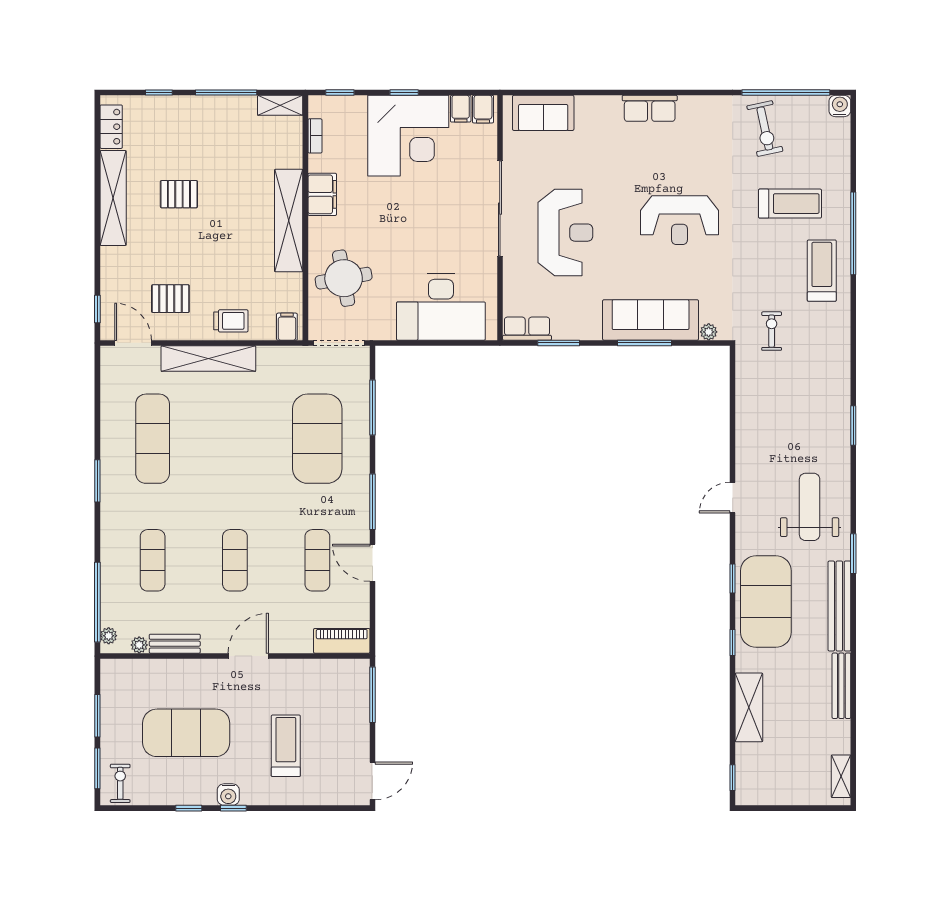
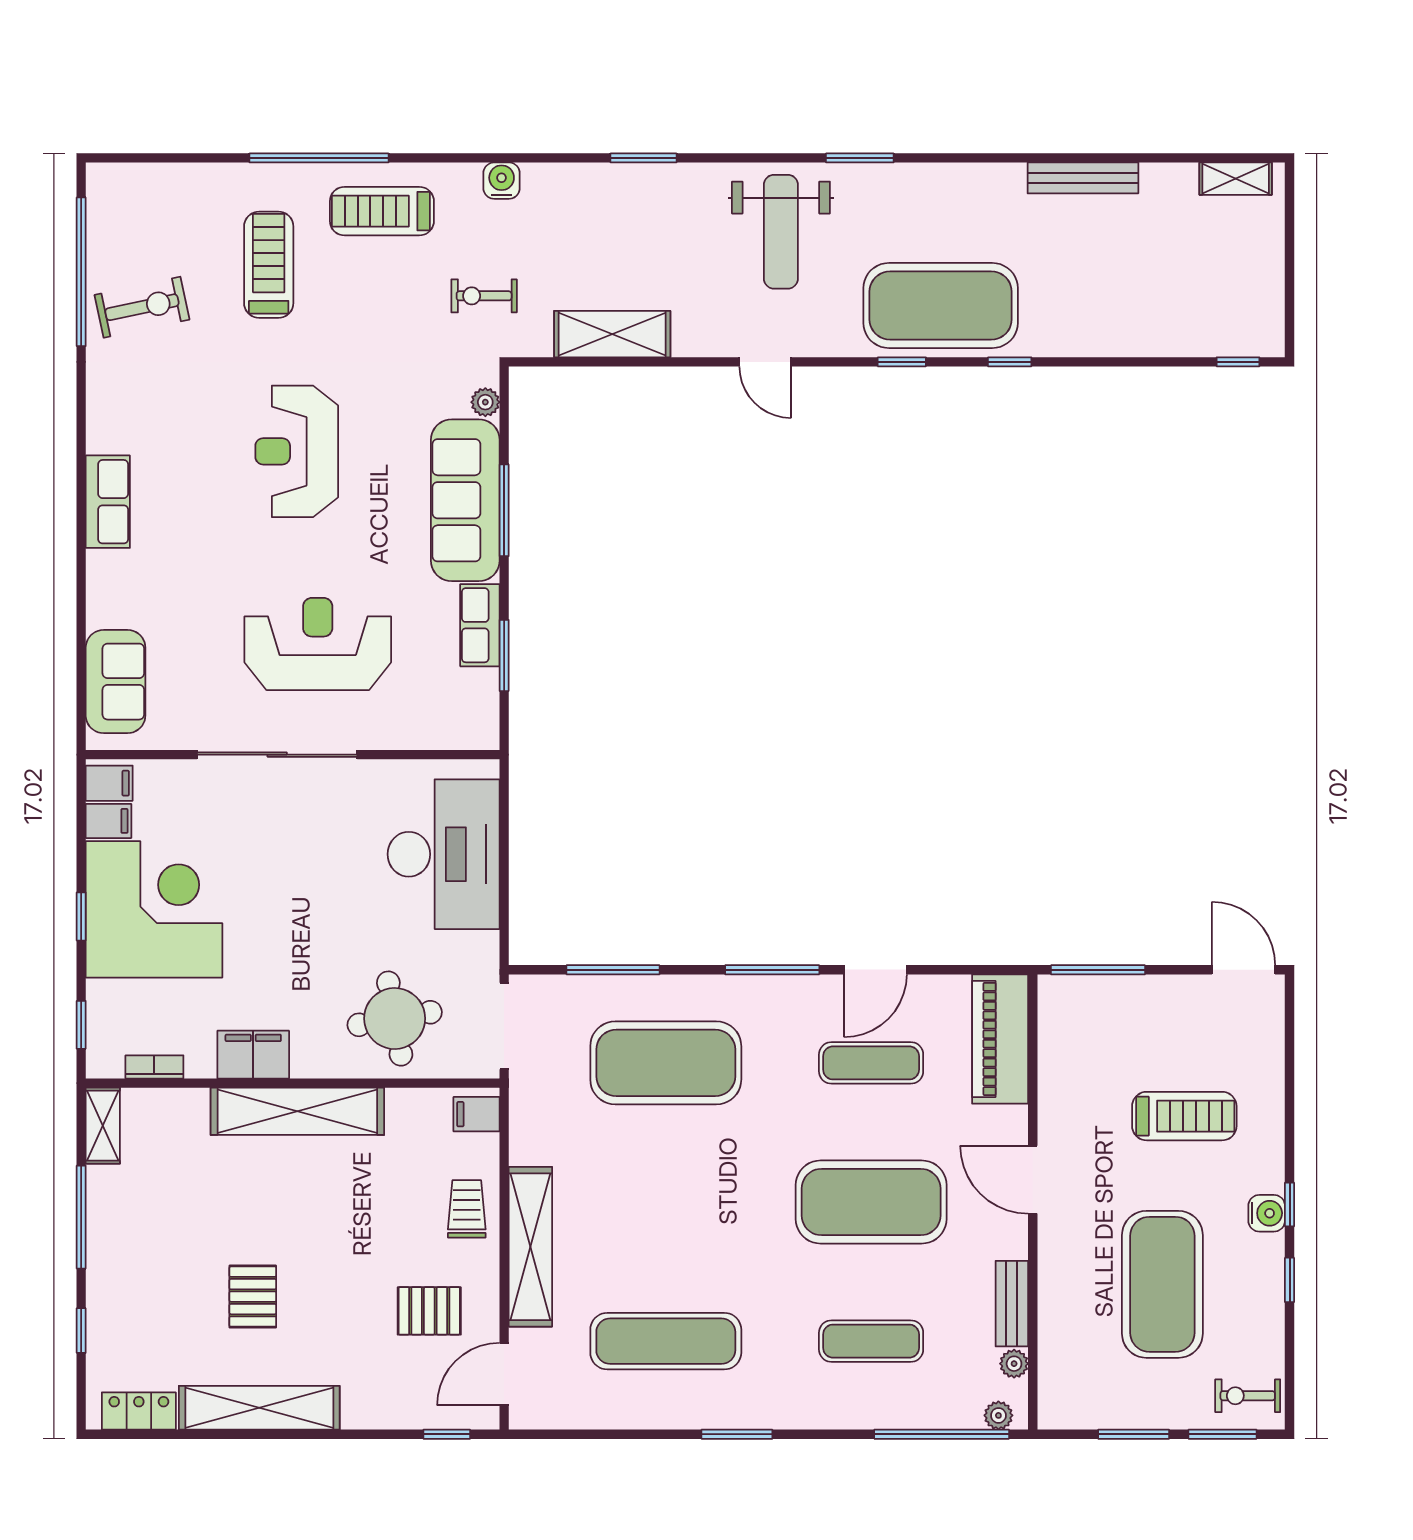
water cooler: (840, 106) -> (502, 181), moved, turned 90
reception desk: (679, 220) -> (297, 451), turned 180
pallet: (170, 299) -> (429, 1311), turned 90
row of seats: (527, 329) -> (480, 625), moved
weight bench: (810, 507) -> (781, 232), turned -90
exercise mat: (235, 560) -> (871, 1202), width x2.00, depth x1.45
bench: (839, 606) -> (948, 181), removed
piano: (342, 641) -> (1000, 1039), width x1.37, depth x1.33
shelving: (749, 707) -> (612, 334), moved
treadmill: (286, 746) -> (1184, 1116), turned 180

